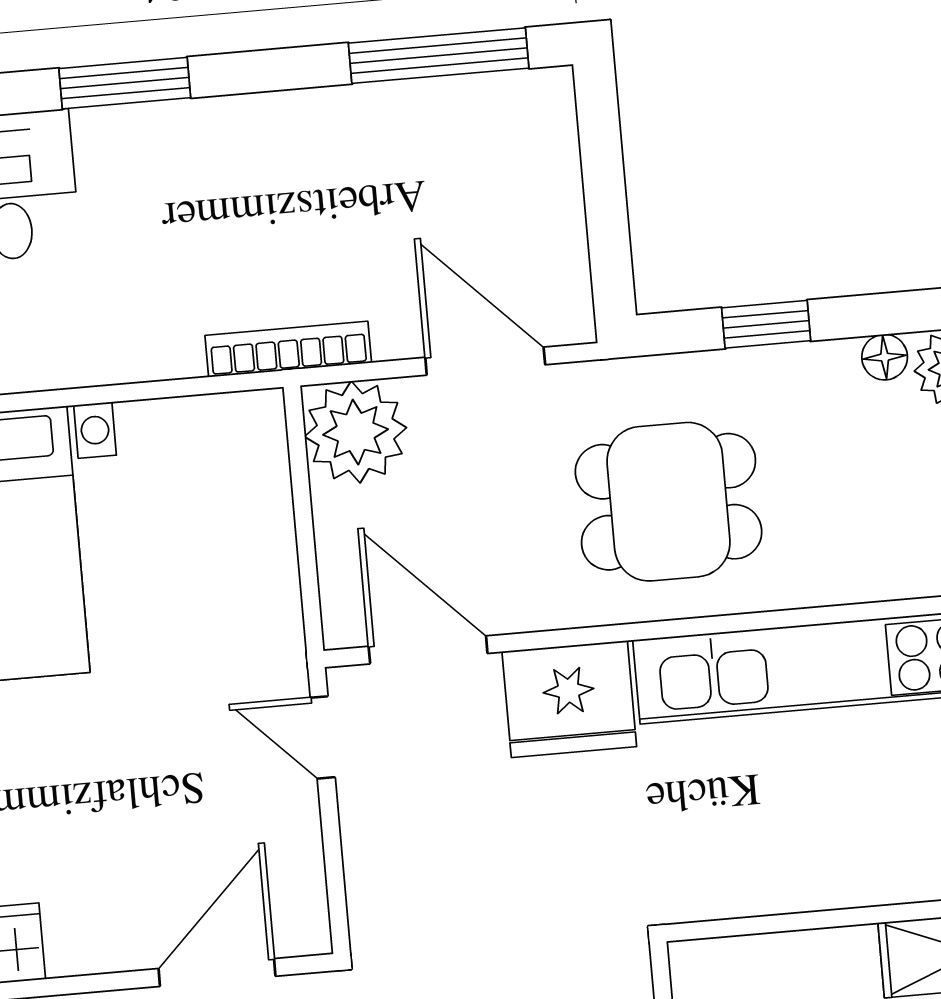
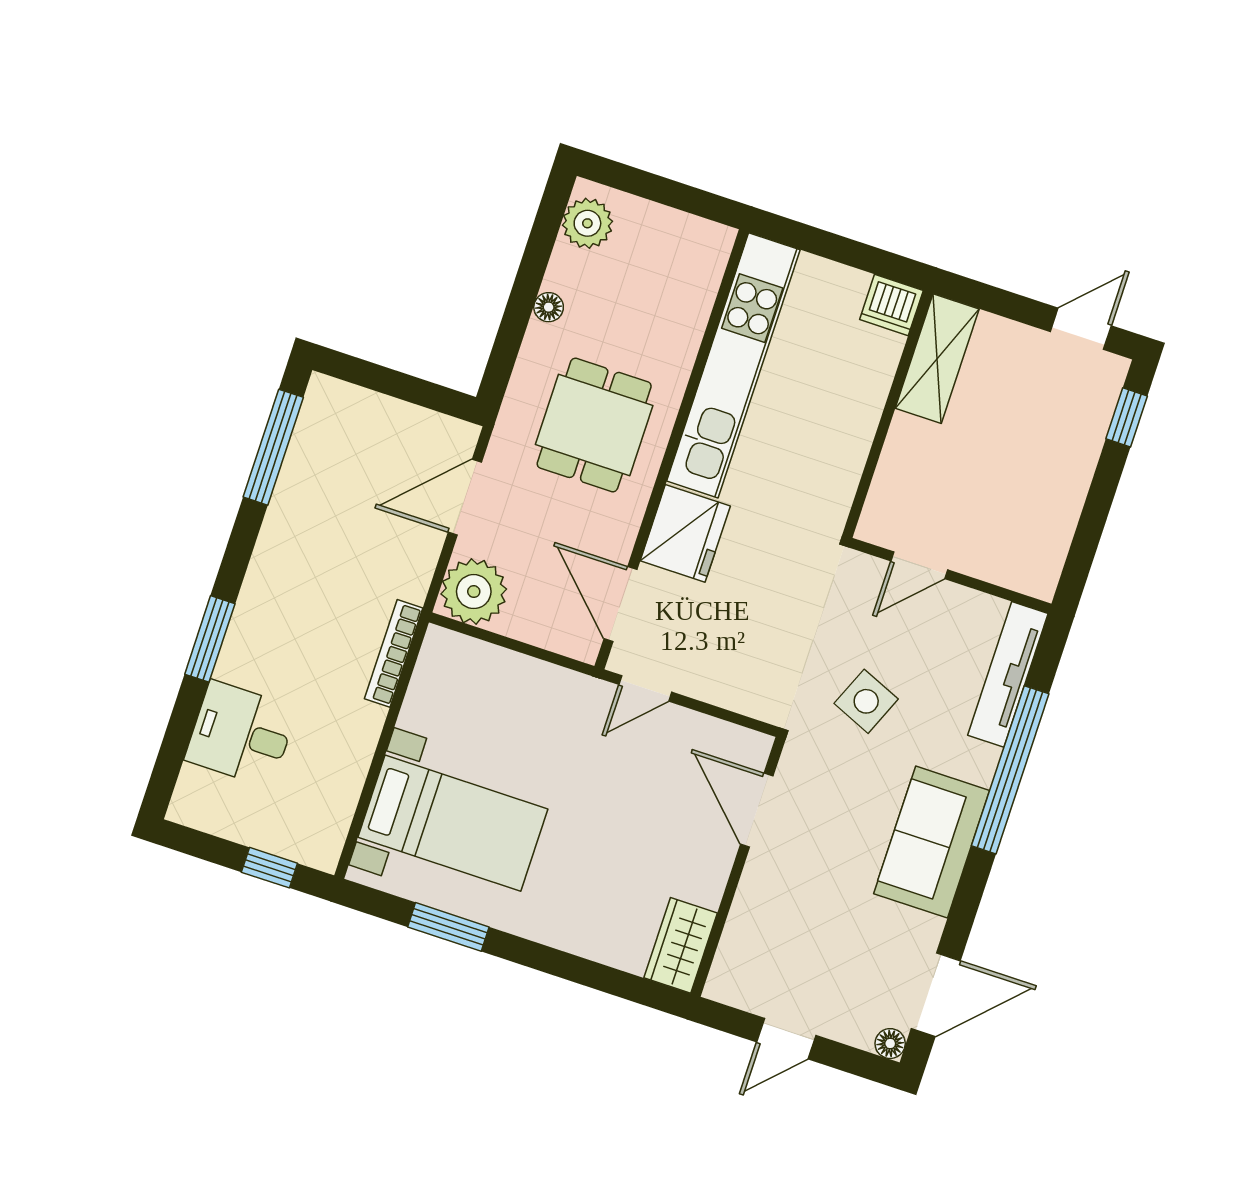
window: (766, 324) -> (514, 322), removed
bookcase: (288, 349) -> (394, 653), moved
floor lamp: (885, 357) -> (549, 307), moved
door: (428, 650) -> (620, 604), hinge flipped

